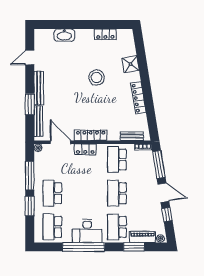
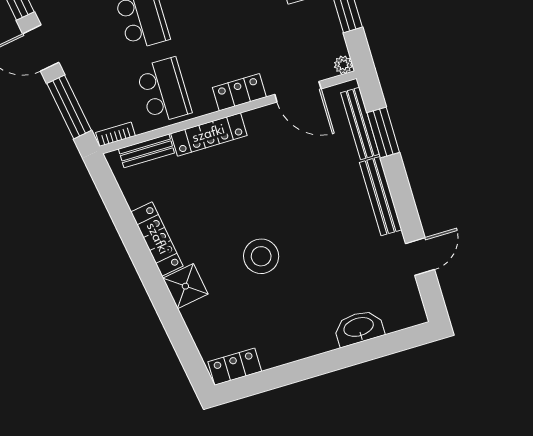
locker: (105, 34) -> (235, 367), moved
shower: (131, 64) -> (185, 286), moved
window: (30, 104) -> (383, 132), moved
locker: (91, 135) -> (209, 134), moved

